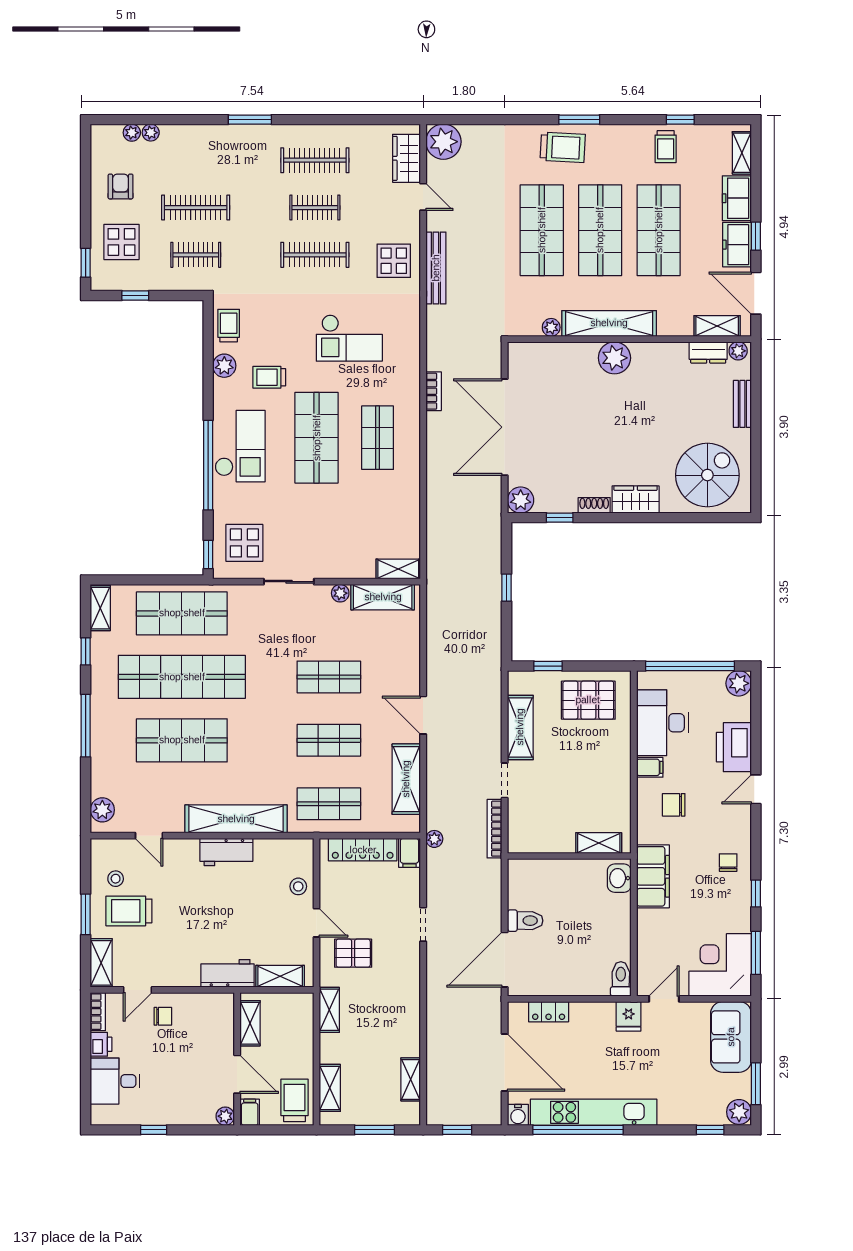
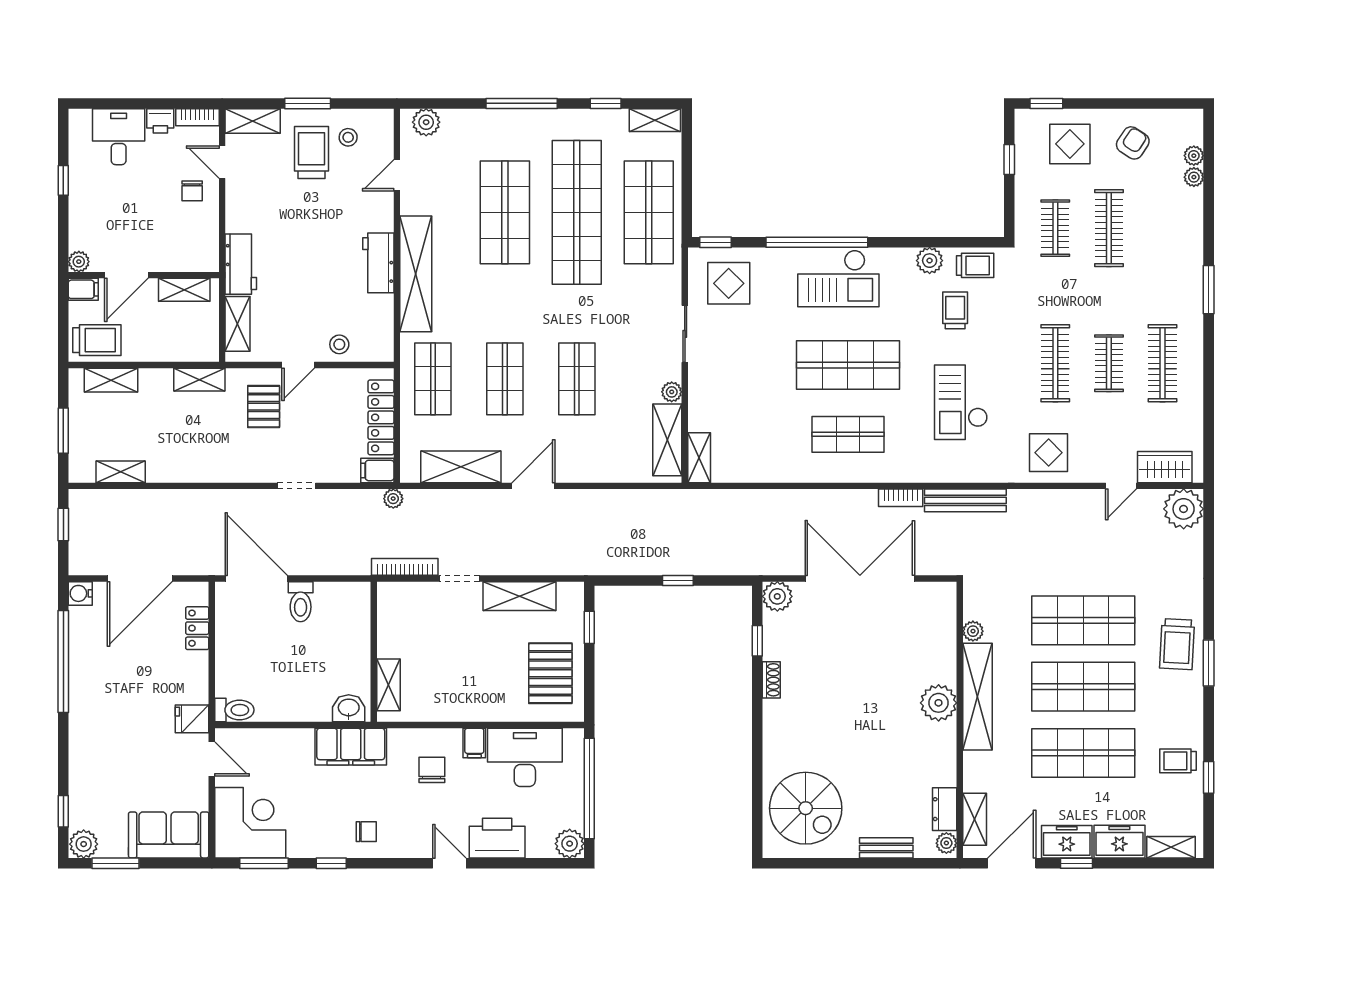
armchair: (121, 186) -> (1133, 143), turned -57
bench: (436, 268) -> (965, 500), moved
trolley: (269, 377) -> (955, 310), moved
wardrobe: (636, 500) -> (778, 727), removed
kitchen unit: (594, 1112) -> (83, 679), removed

